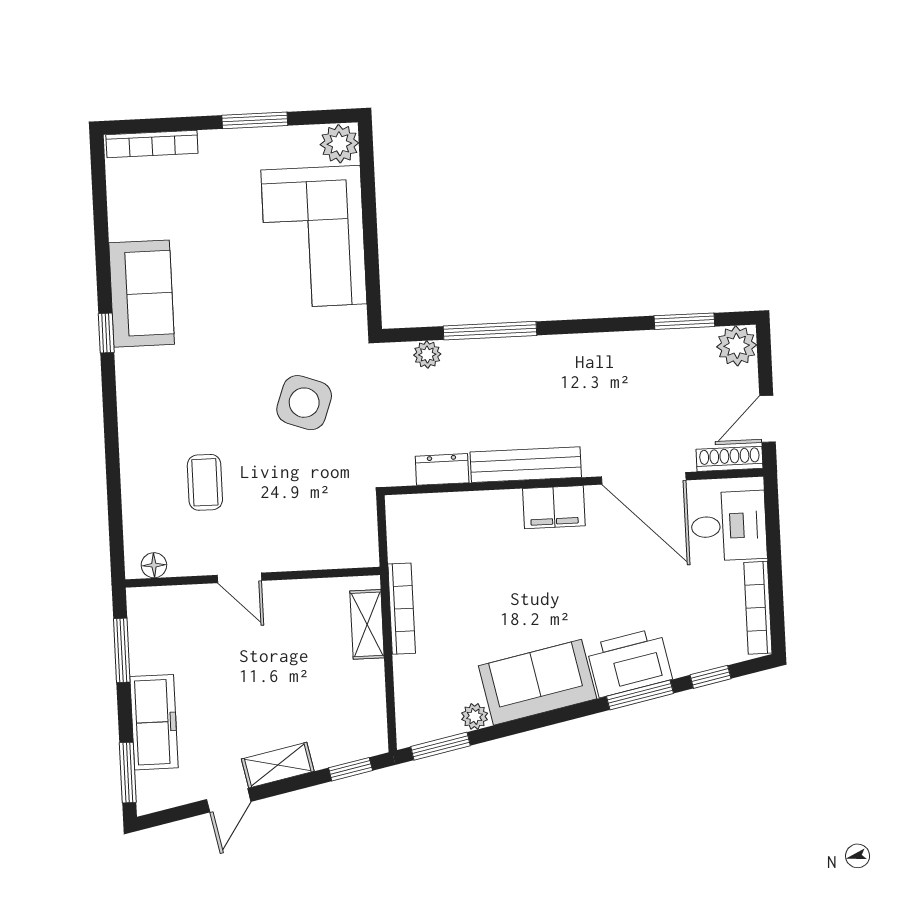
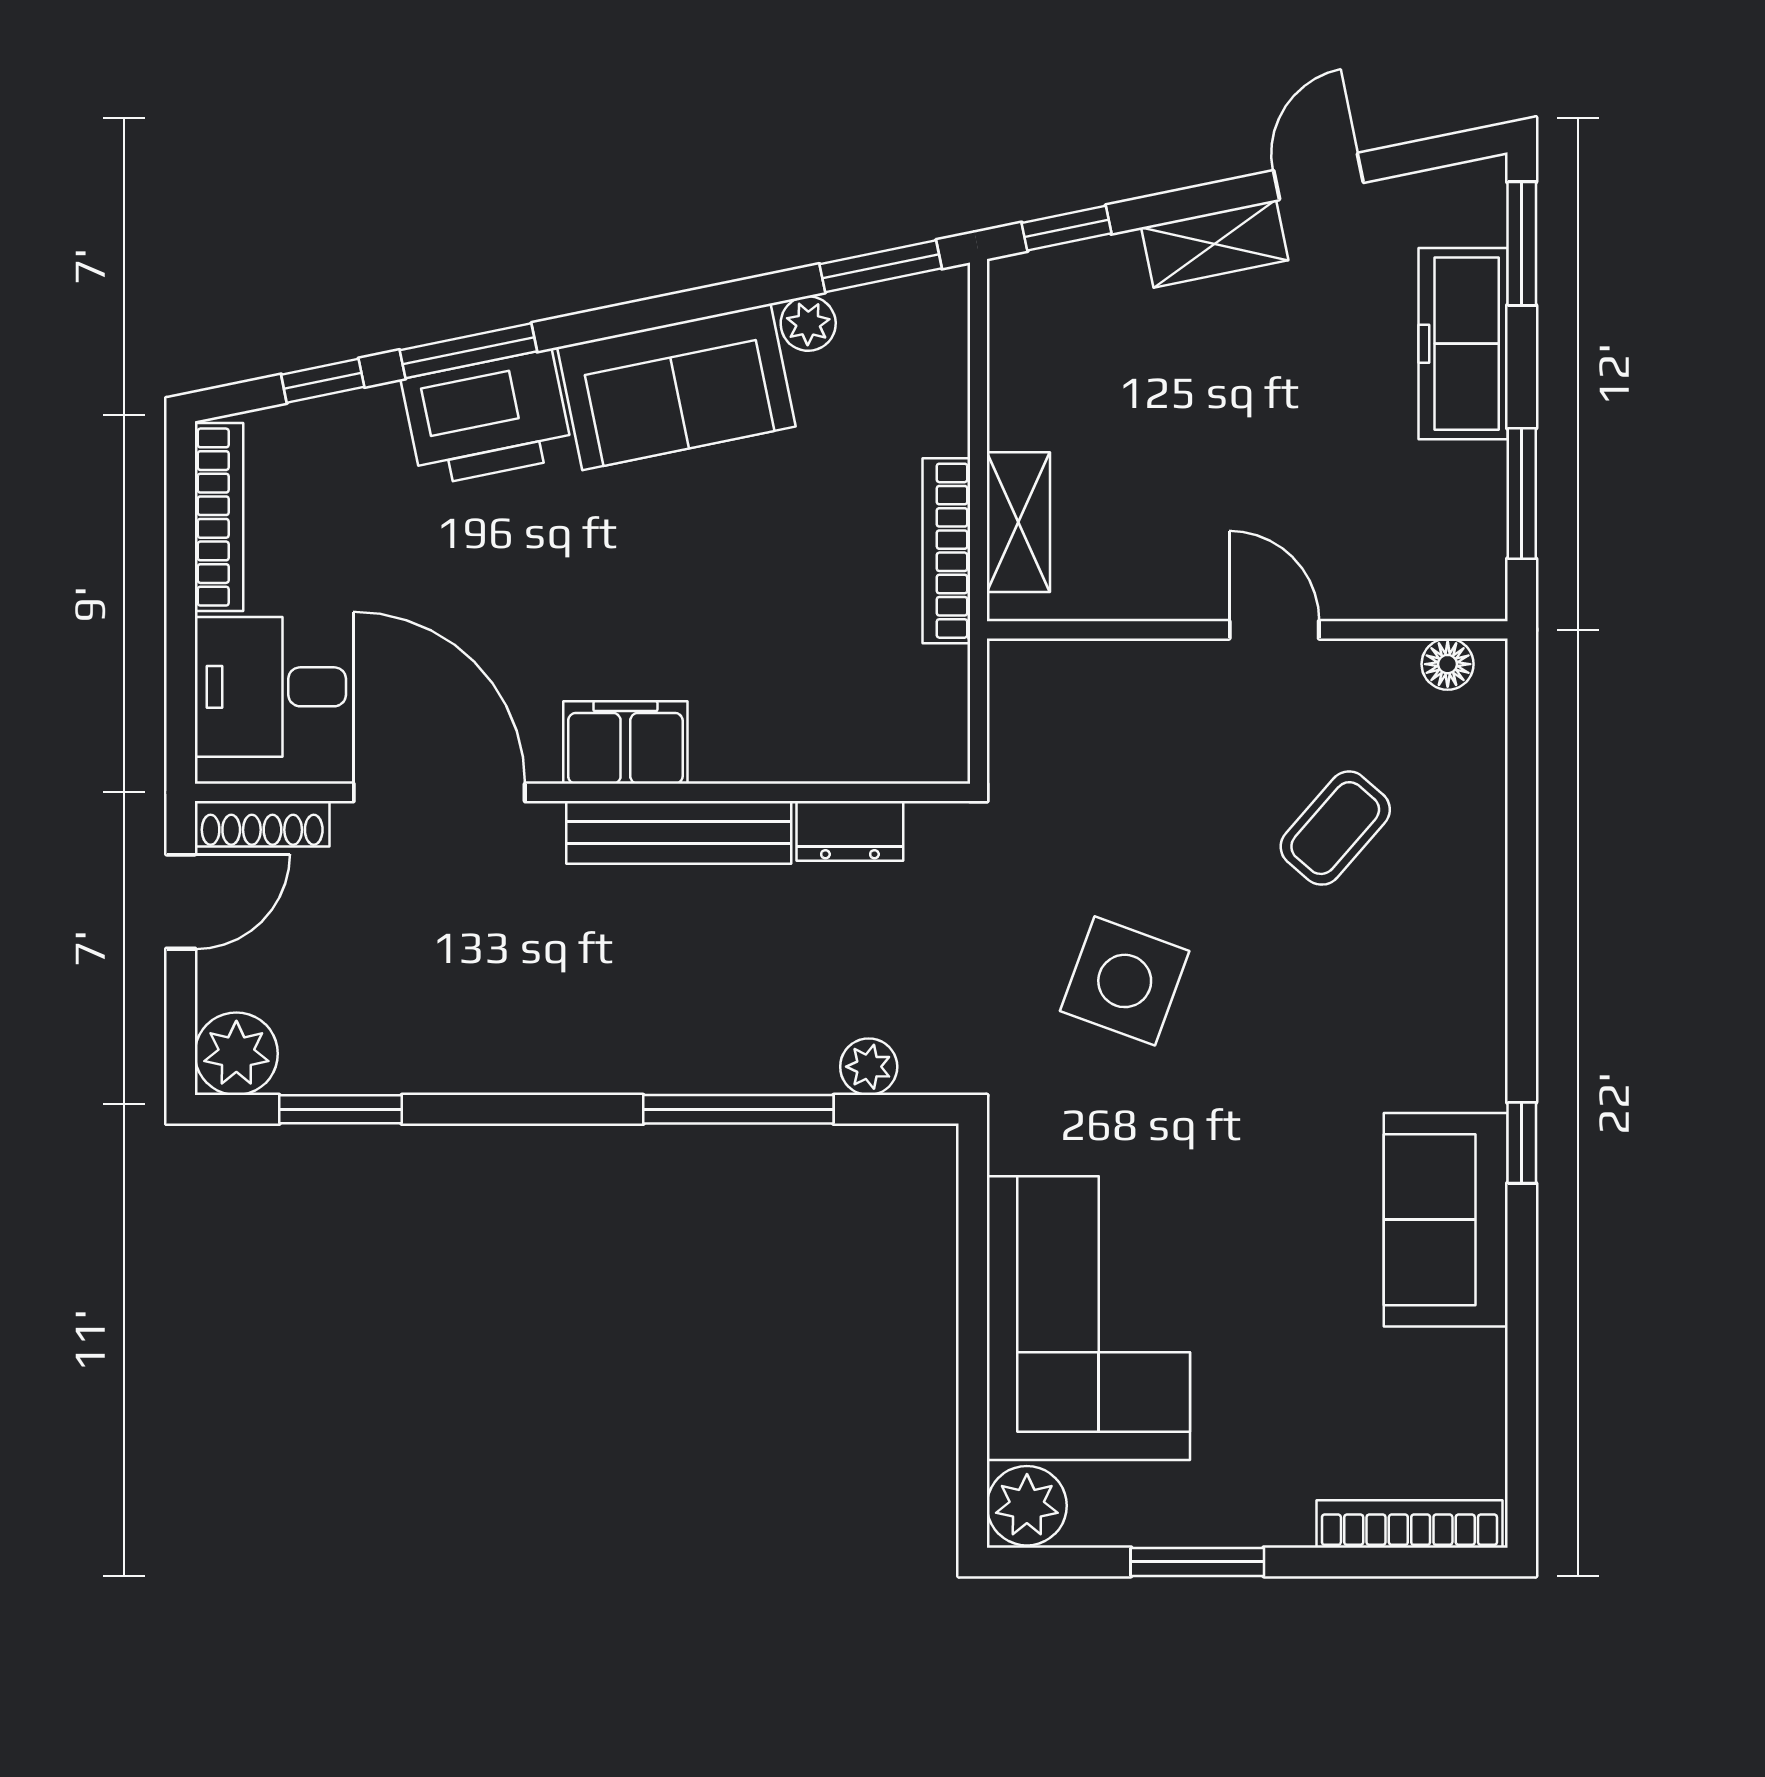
coffee table: (205, 482) -> (1335, 828), turned 41

